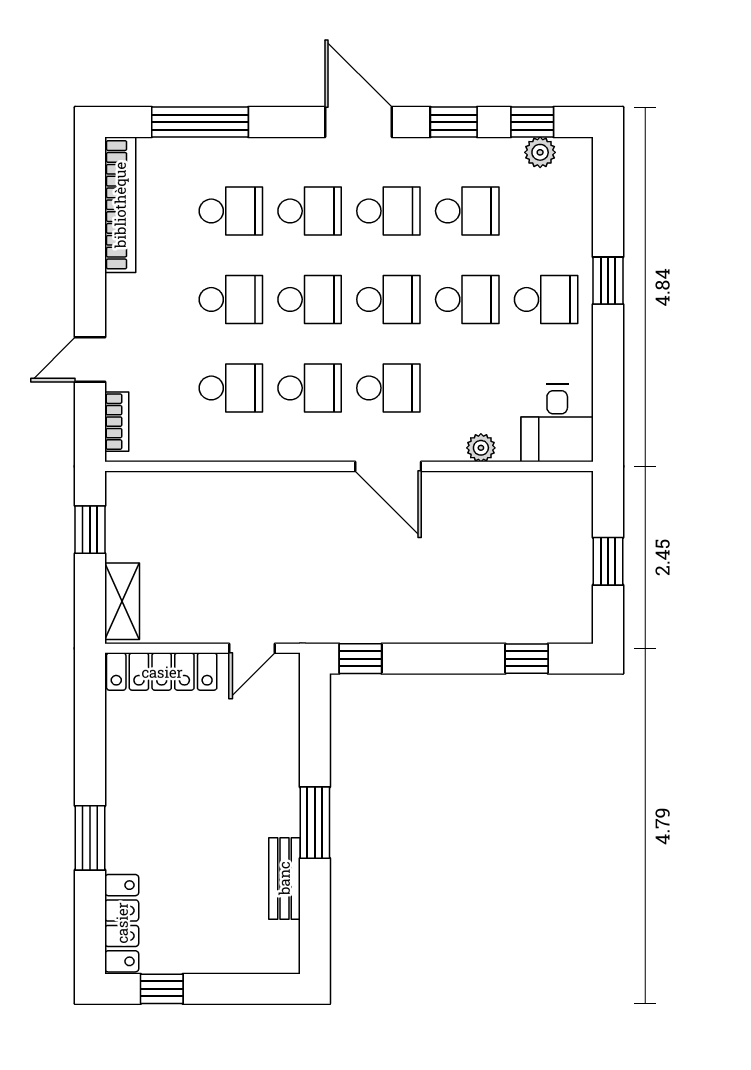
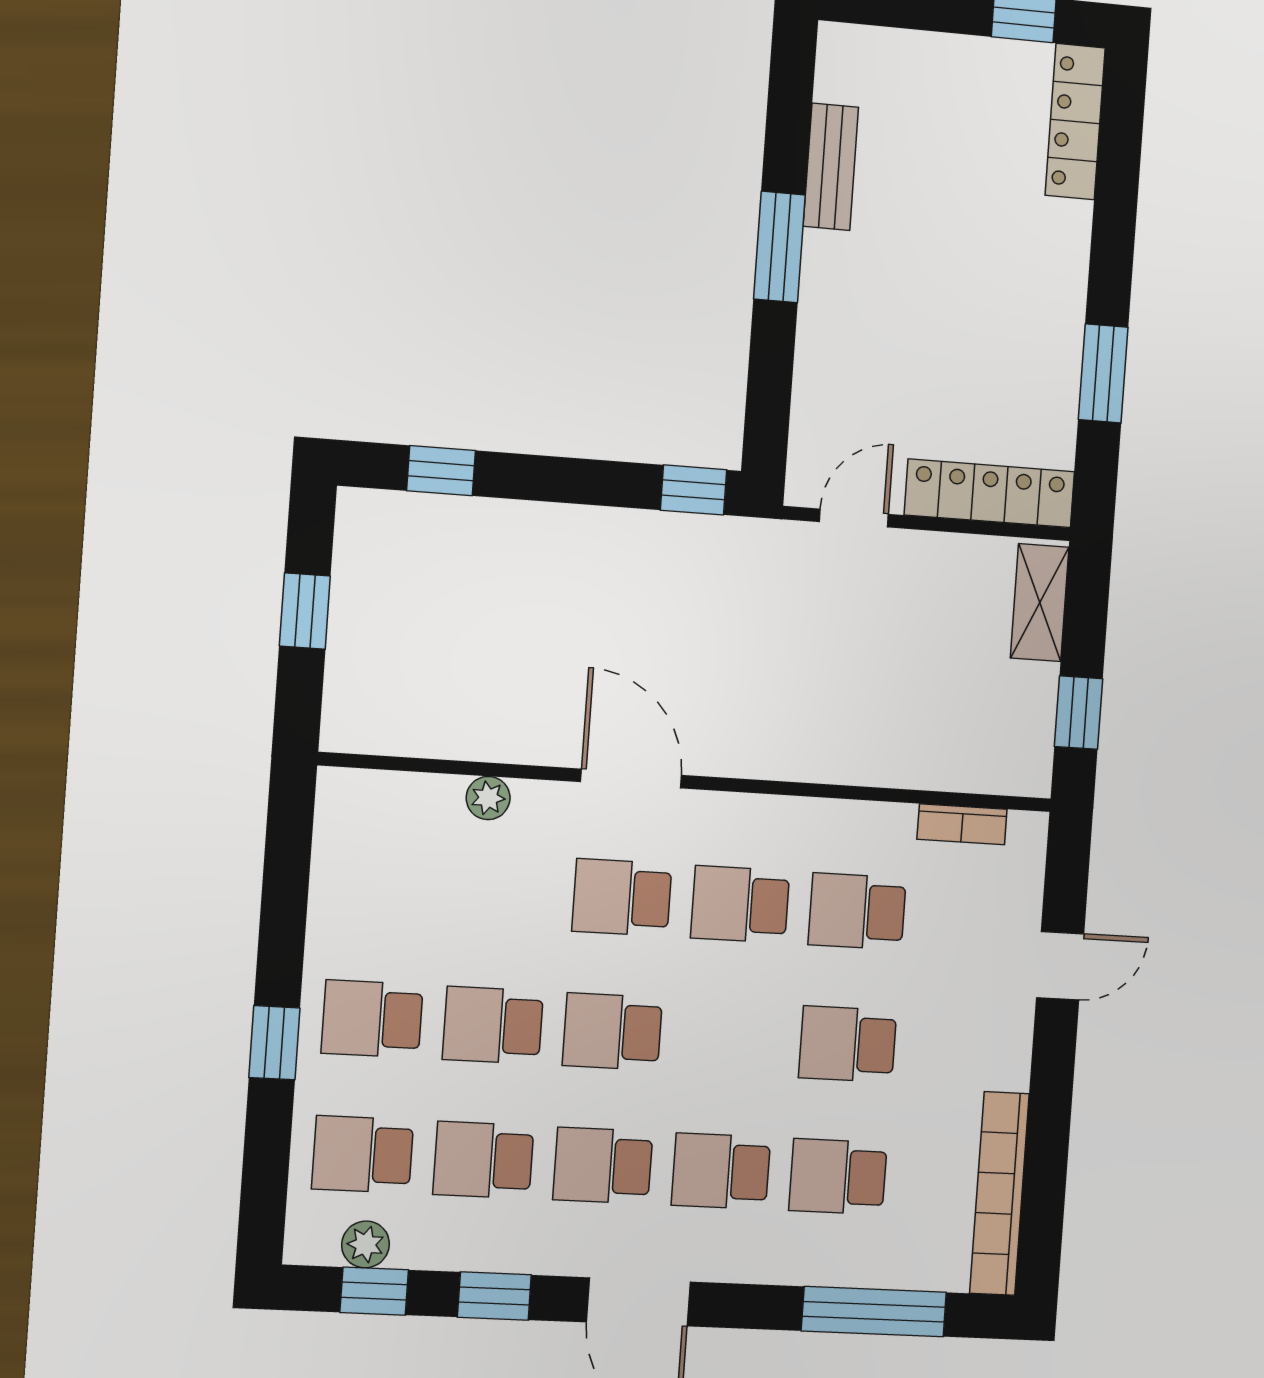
school desk: (310, 299) -> (363, 1154), moved
bookcase: (117, 422) -> (962, 824), moved, turned -90
desk: (557, 423) -> (368, 828), removed
window: (90, 838) -> (1103, 373), moved

